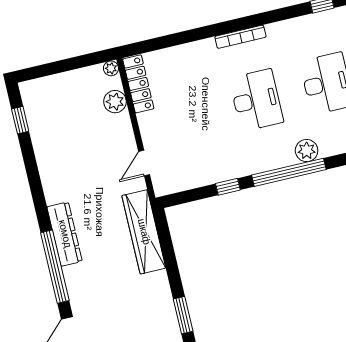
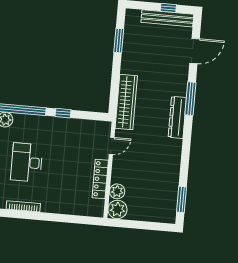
plant: (111, 68) -> (117, 209), width x1.87, depth x1.87
locker: (138, 84) -> (100, 179), moved
window: (20, 120) -> (182, 200), width x1.50
window: (55, 267) -> (190, 99), width x0.68

